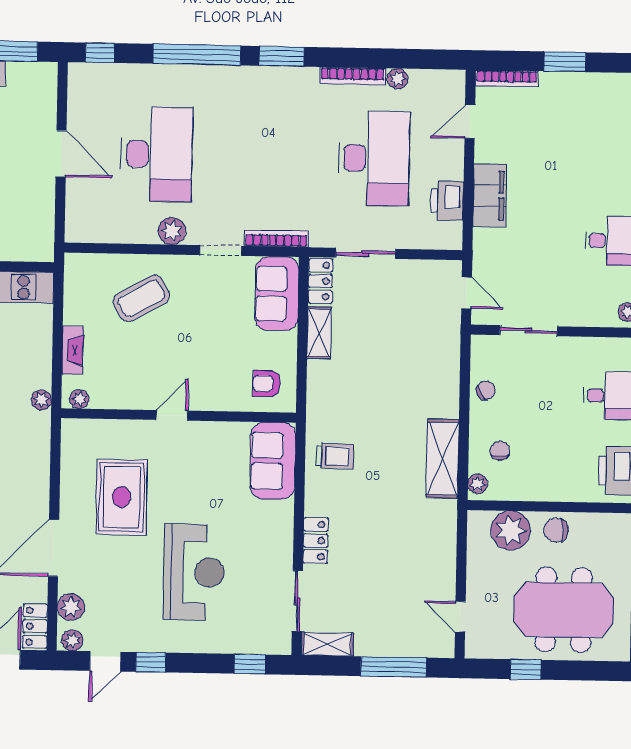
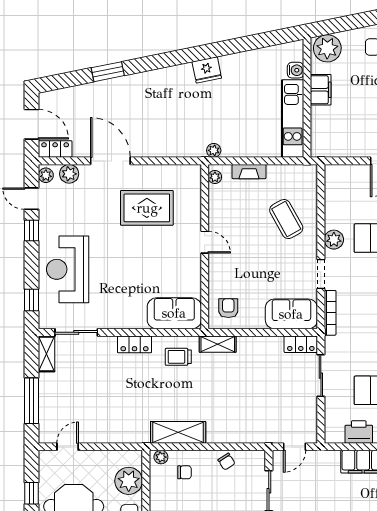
shelving: (319, 333) -> (218, 344), moved
trolley: (335, 456) -> (178, 357), turned 89
locker: (316, 541) -> (134, 344), moved
reception desk: (194, 572) -> (68, 269), moved, turned 90

